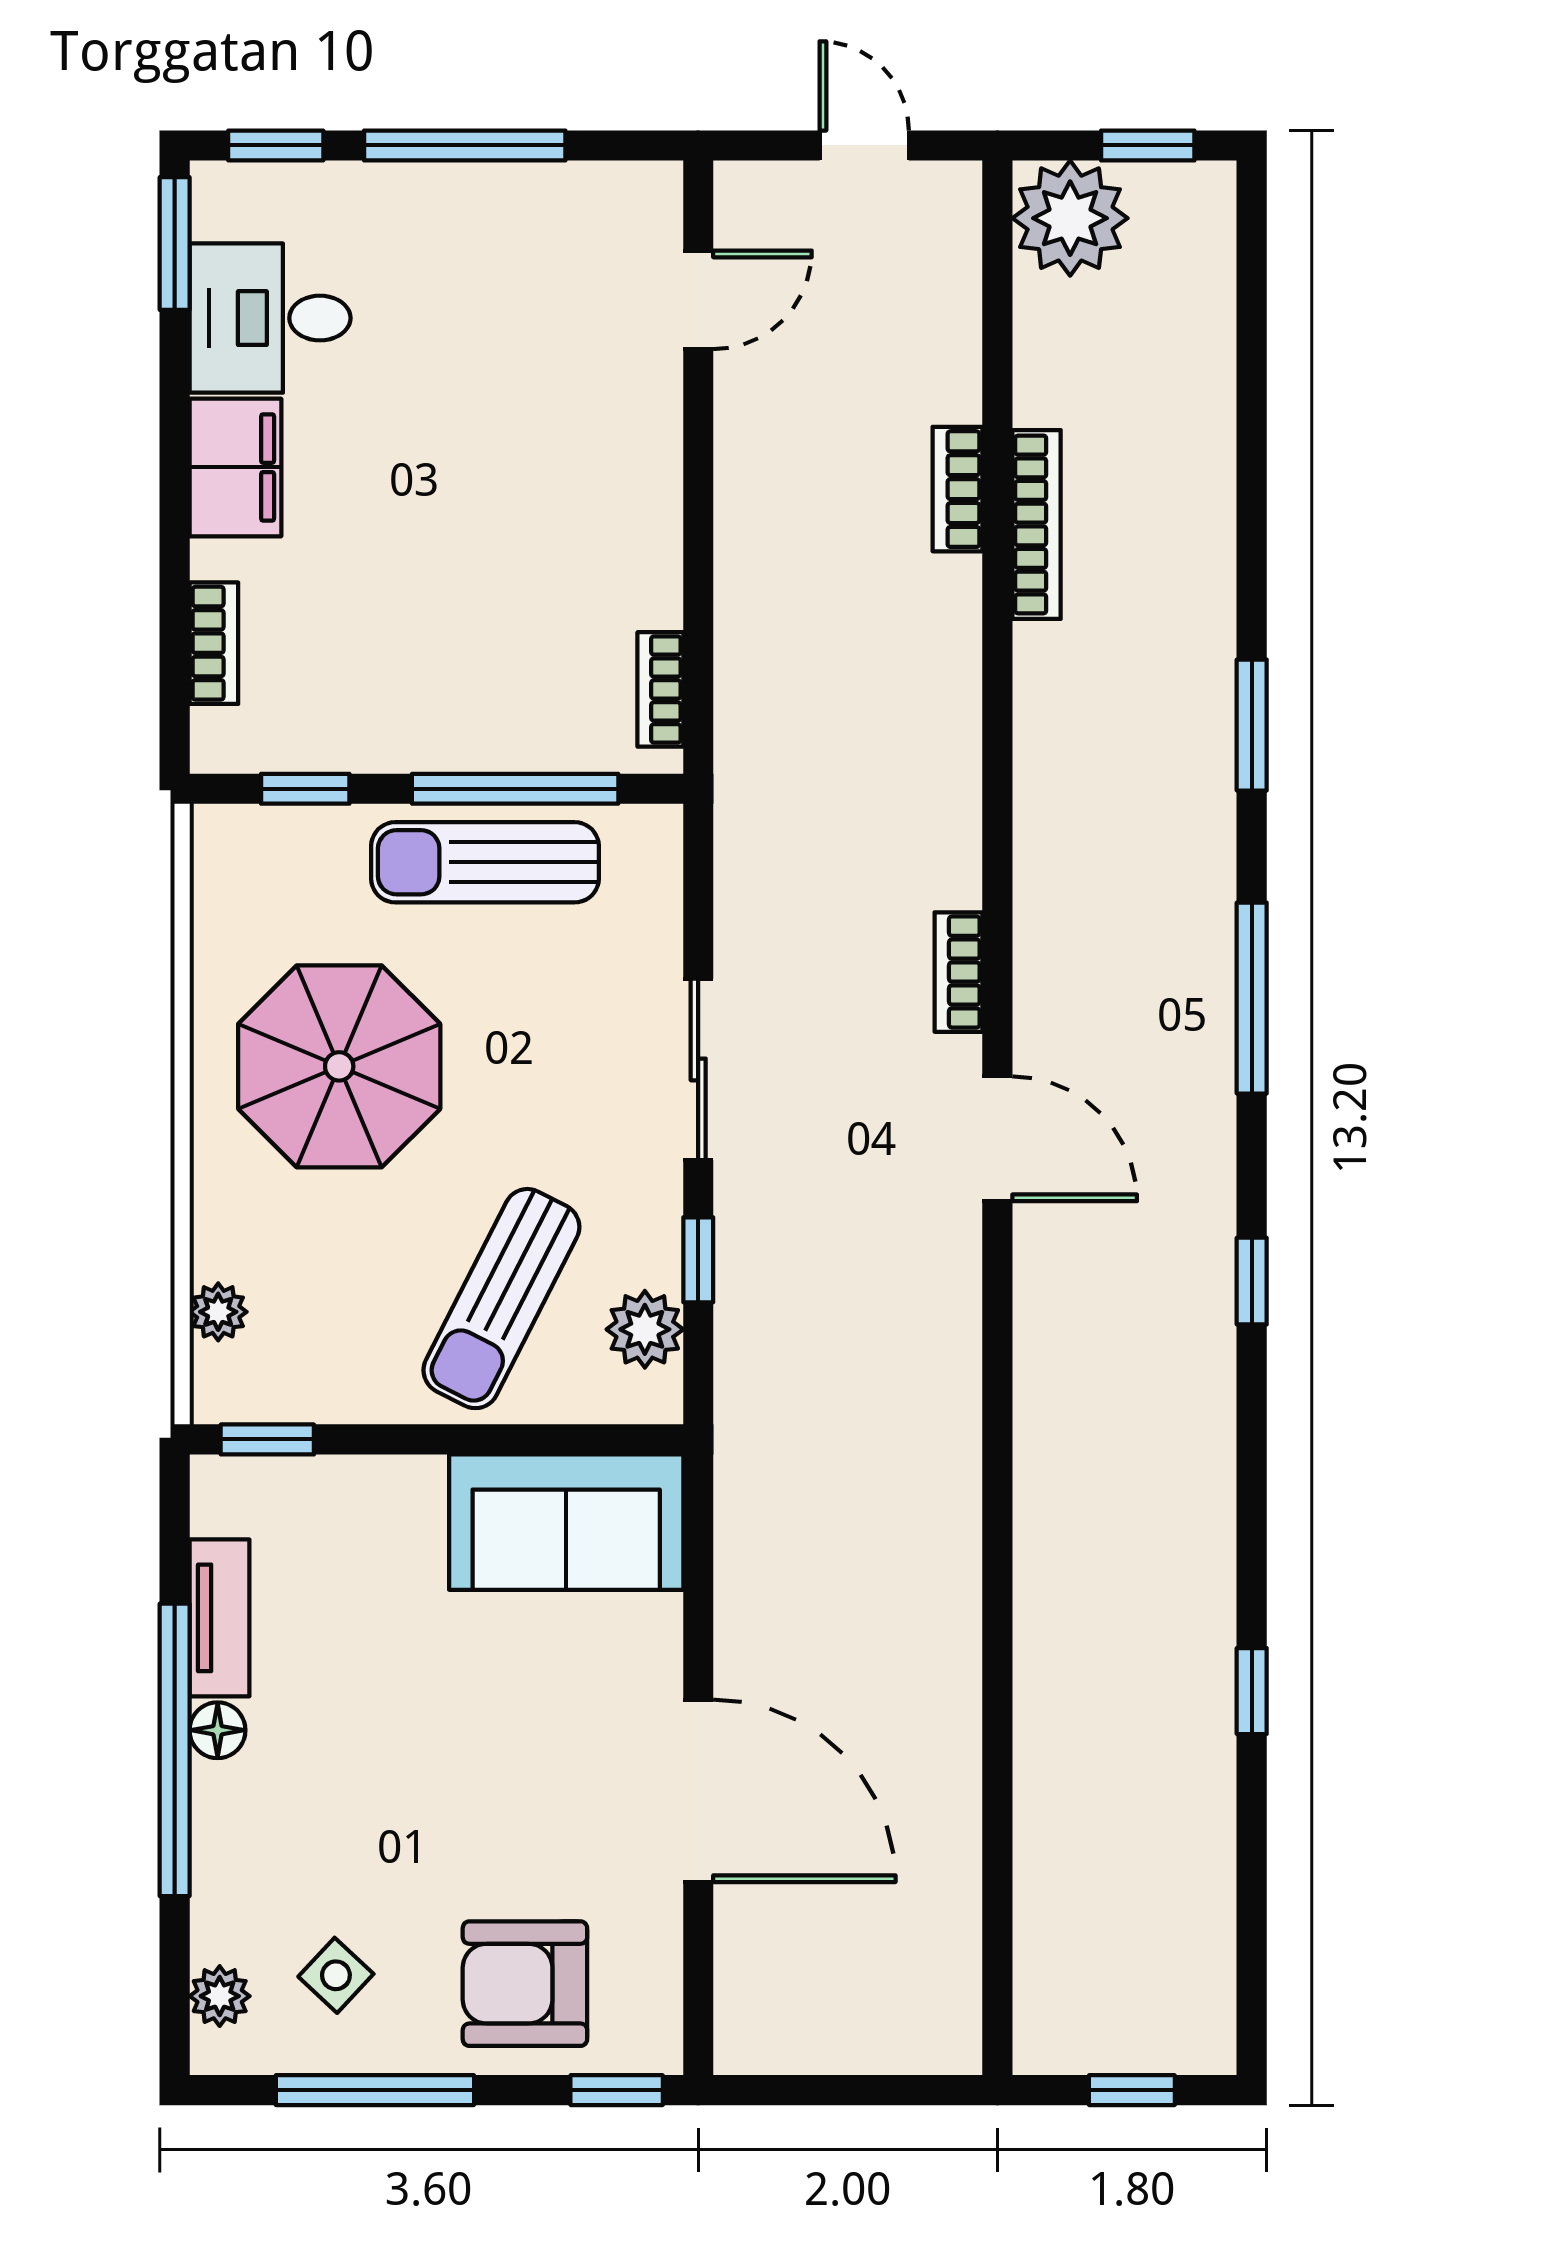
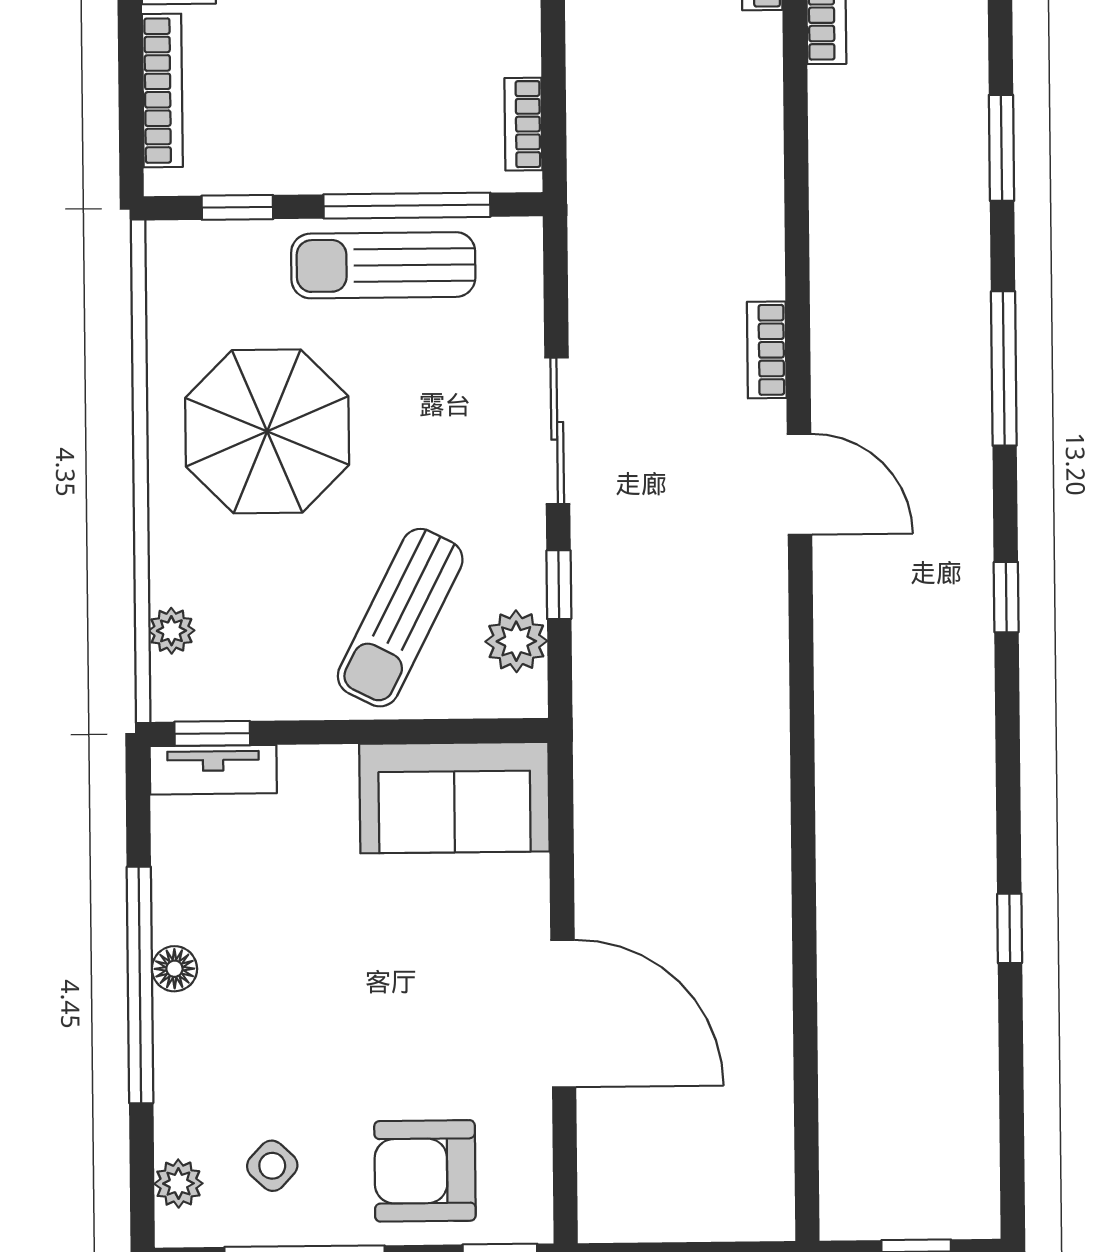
bookcase: (214, 643) -> (162, 91), width x1.56
tv unit: (220, 1618) -> (213, 770), moved, turned 90

